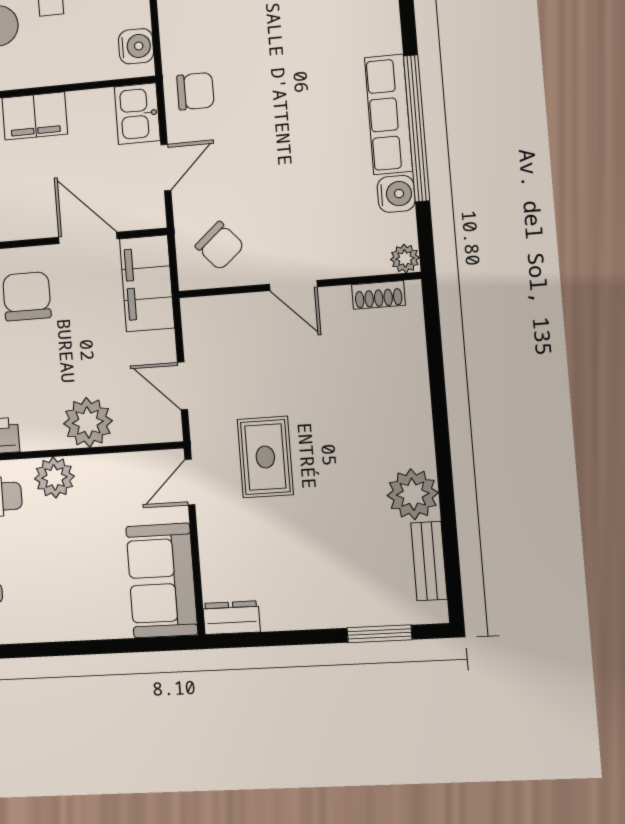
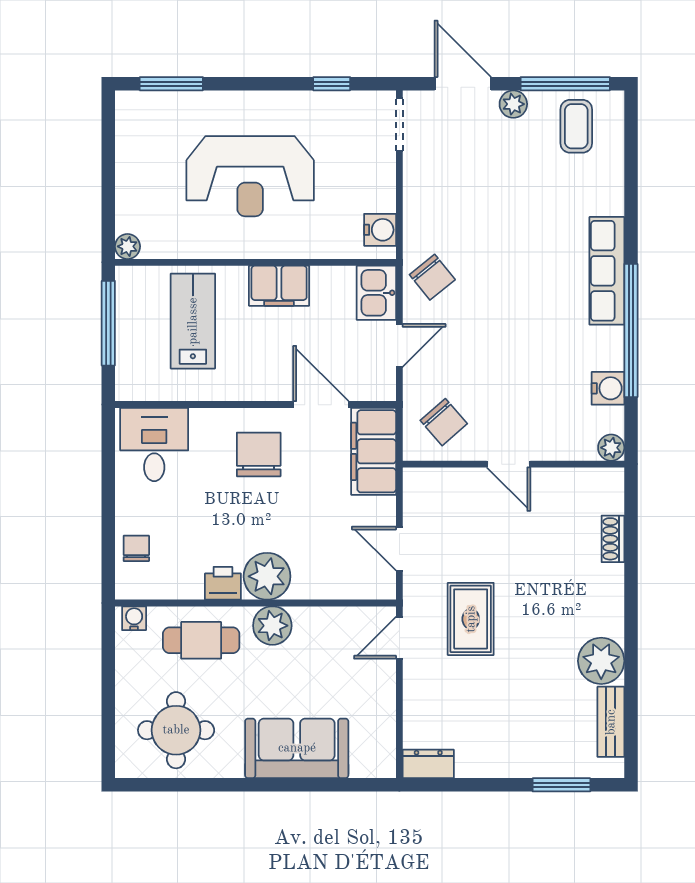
chair: (195, 91) -> (432, 277), turned 51
row of seats: (389, 114) -> (607, 271), moved
shoe rack: (378, 295) -> (613, 539), moved, turned 90
plant: (88, 422) -> (267, 576), moved
sofa: (162, 580) -> (297, 748), moved, turned 90

